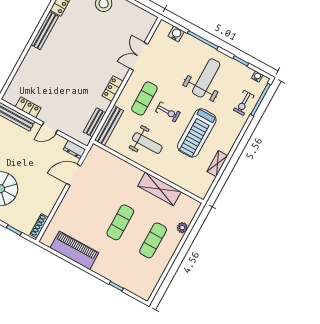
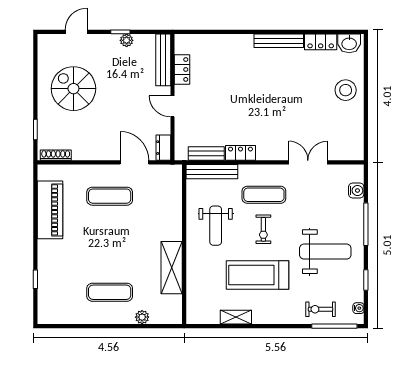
locker: (113, 89) -> (240, 153), moved
exercise mat: (120, 222) -> (110, 196), moved

